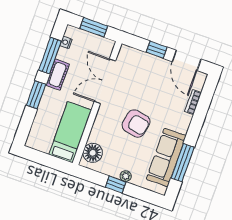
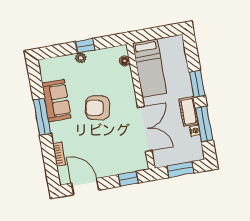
nightstand: (66, 42) -> (195, 131), moved
window: (157, 50) -> (128, 179), moved
floor lamp: (93, 153) -> (125, 61), width x0.53, depth x0.53
sofa: (166, 157) -> (56, 101), width x0.73
window: (183, 163) -> (42, 117), moved

